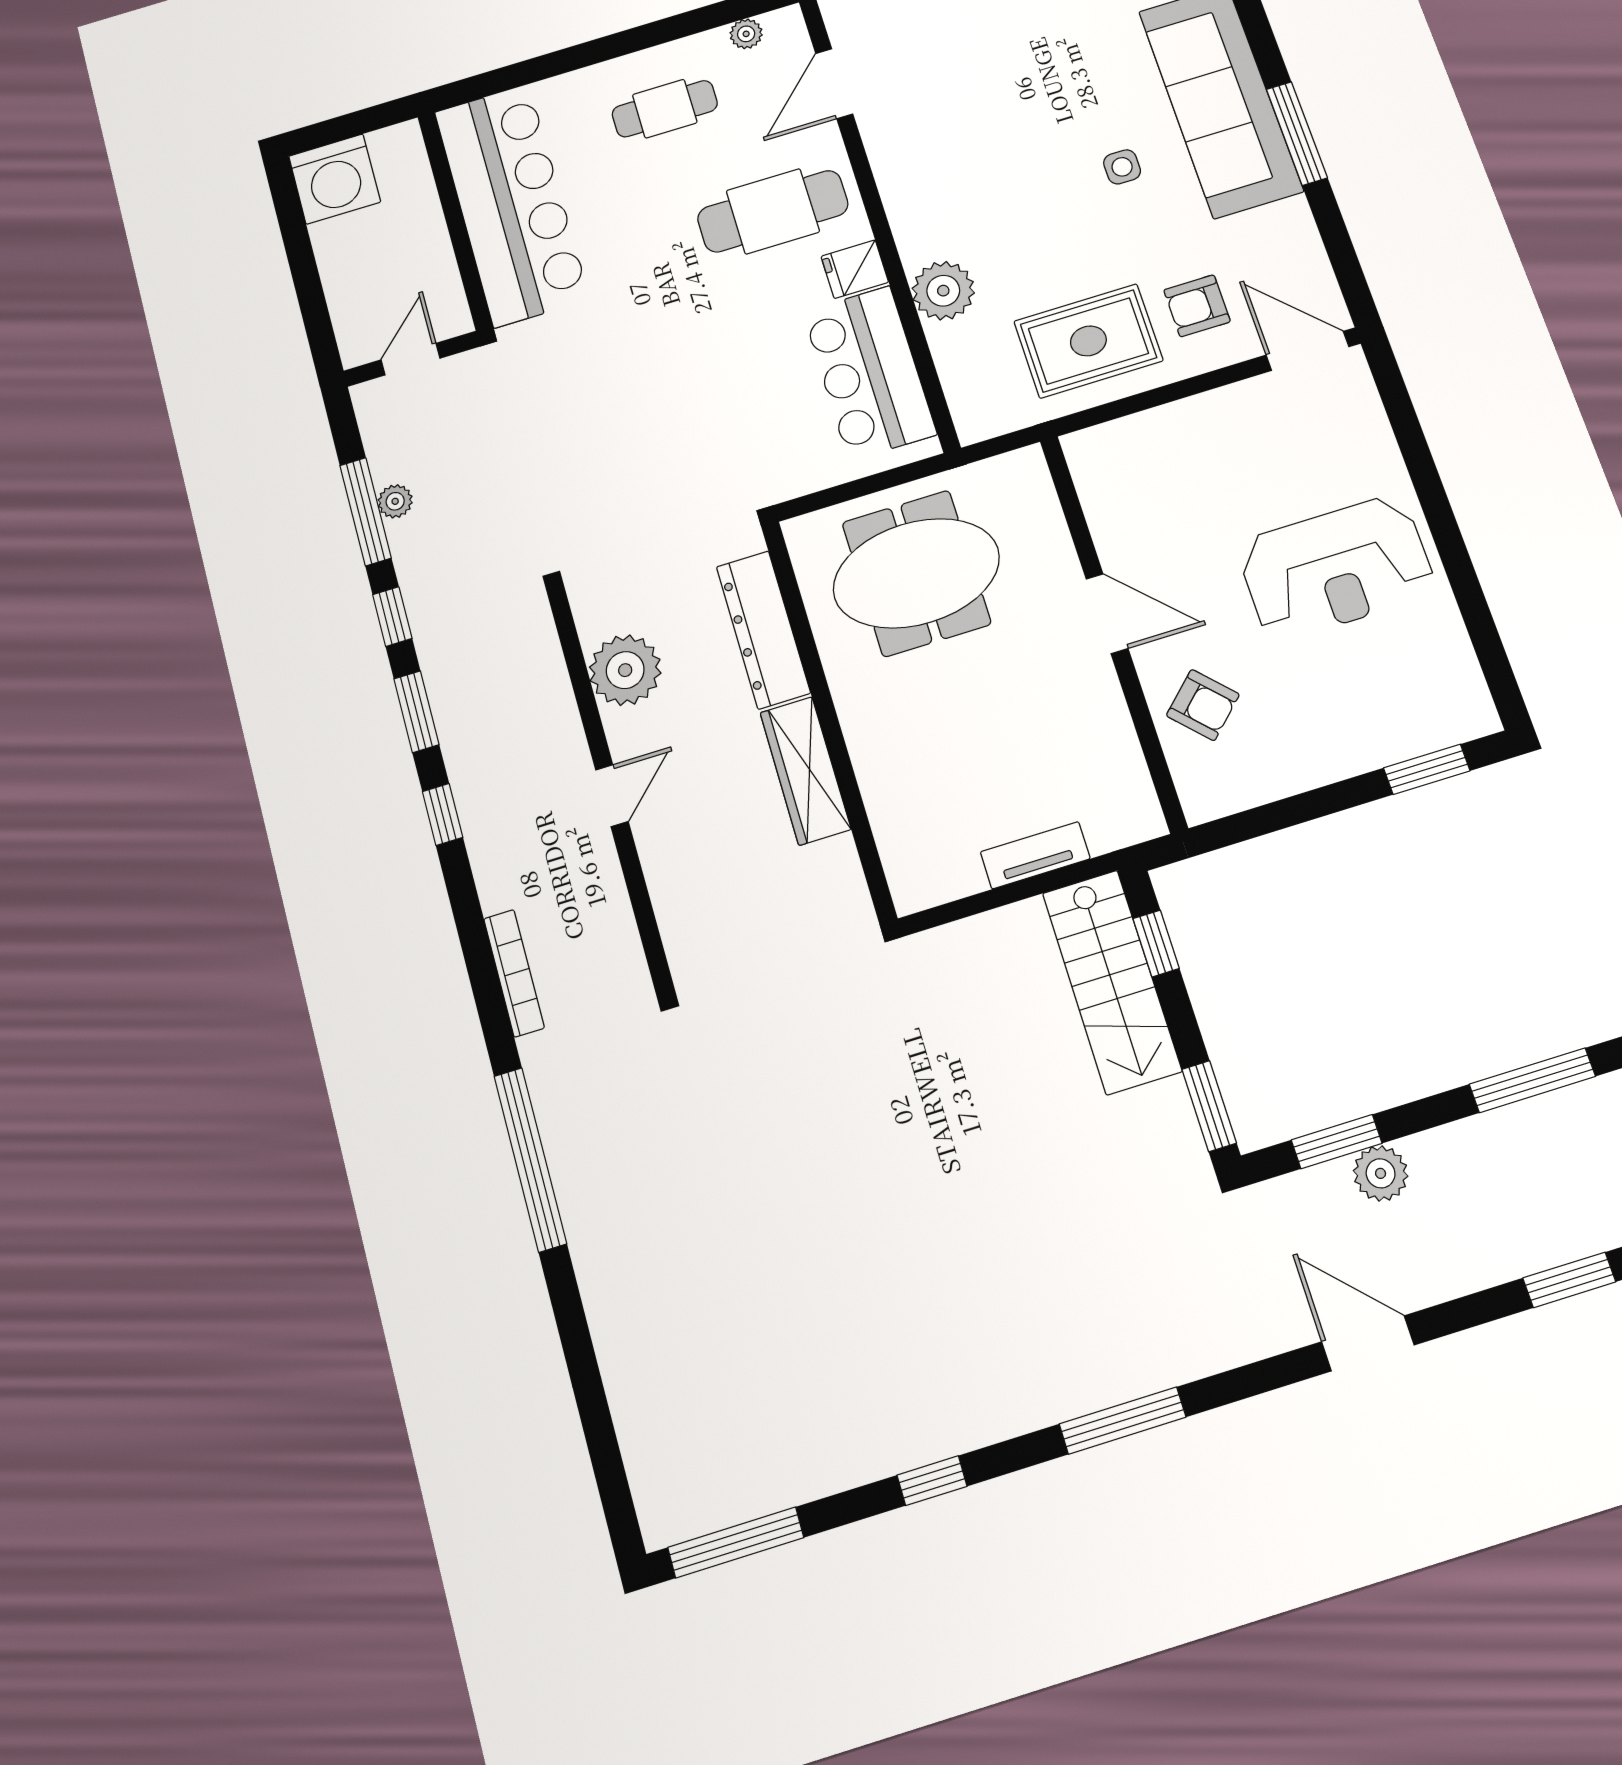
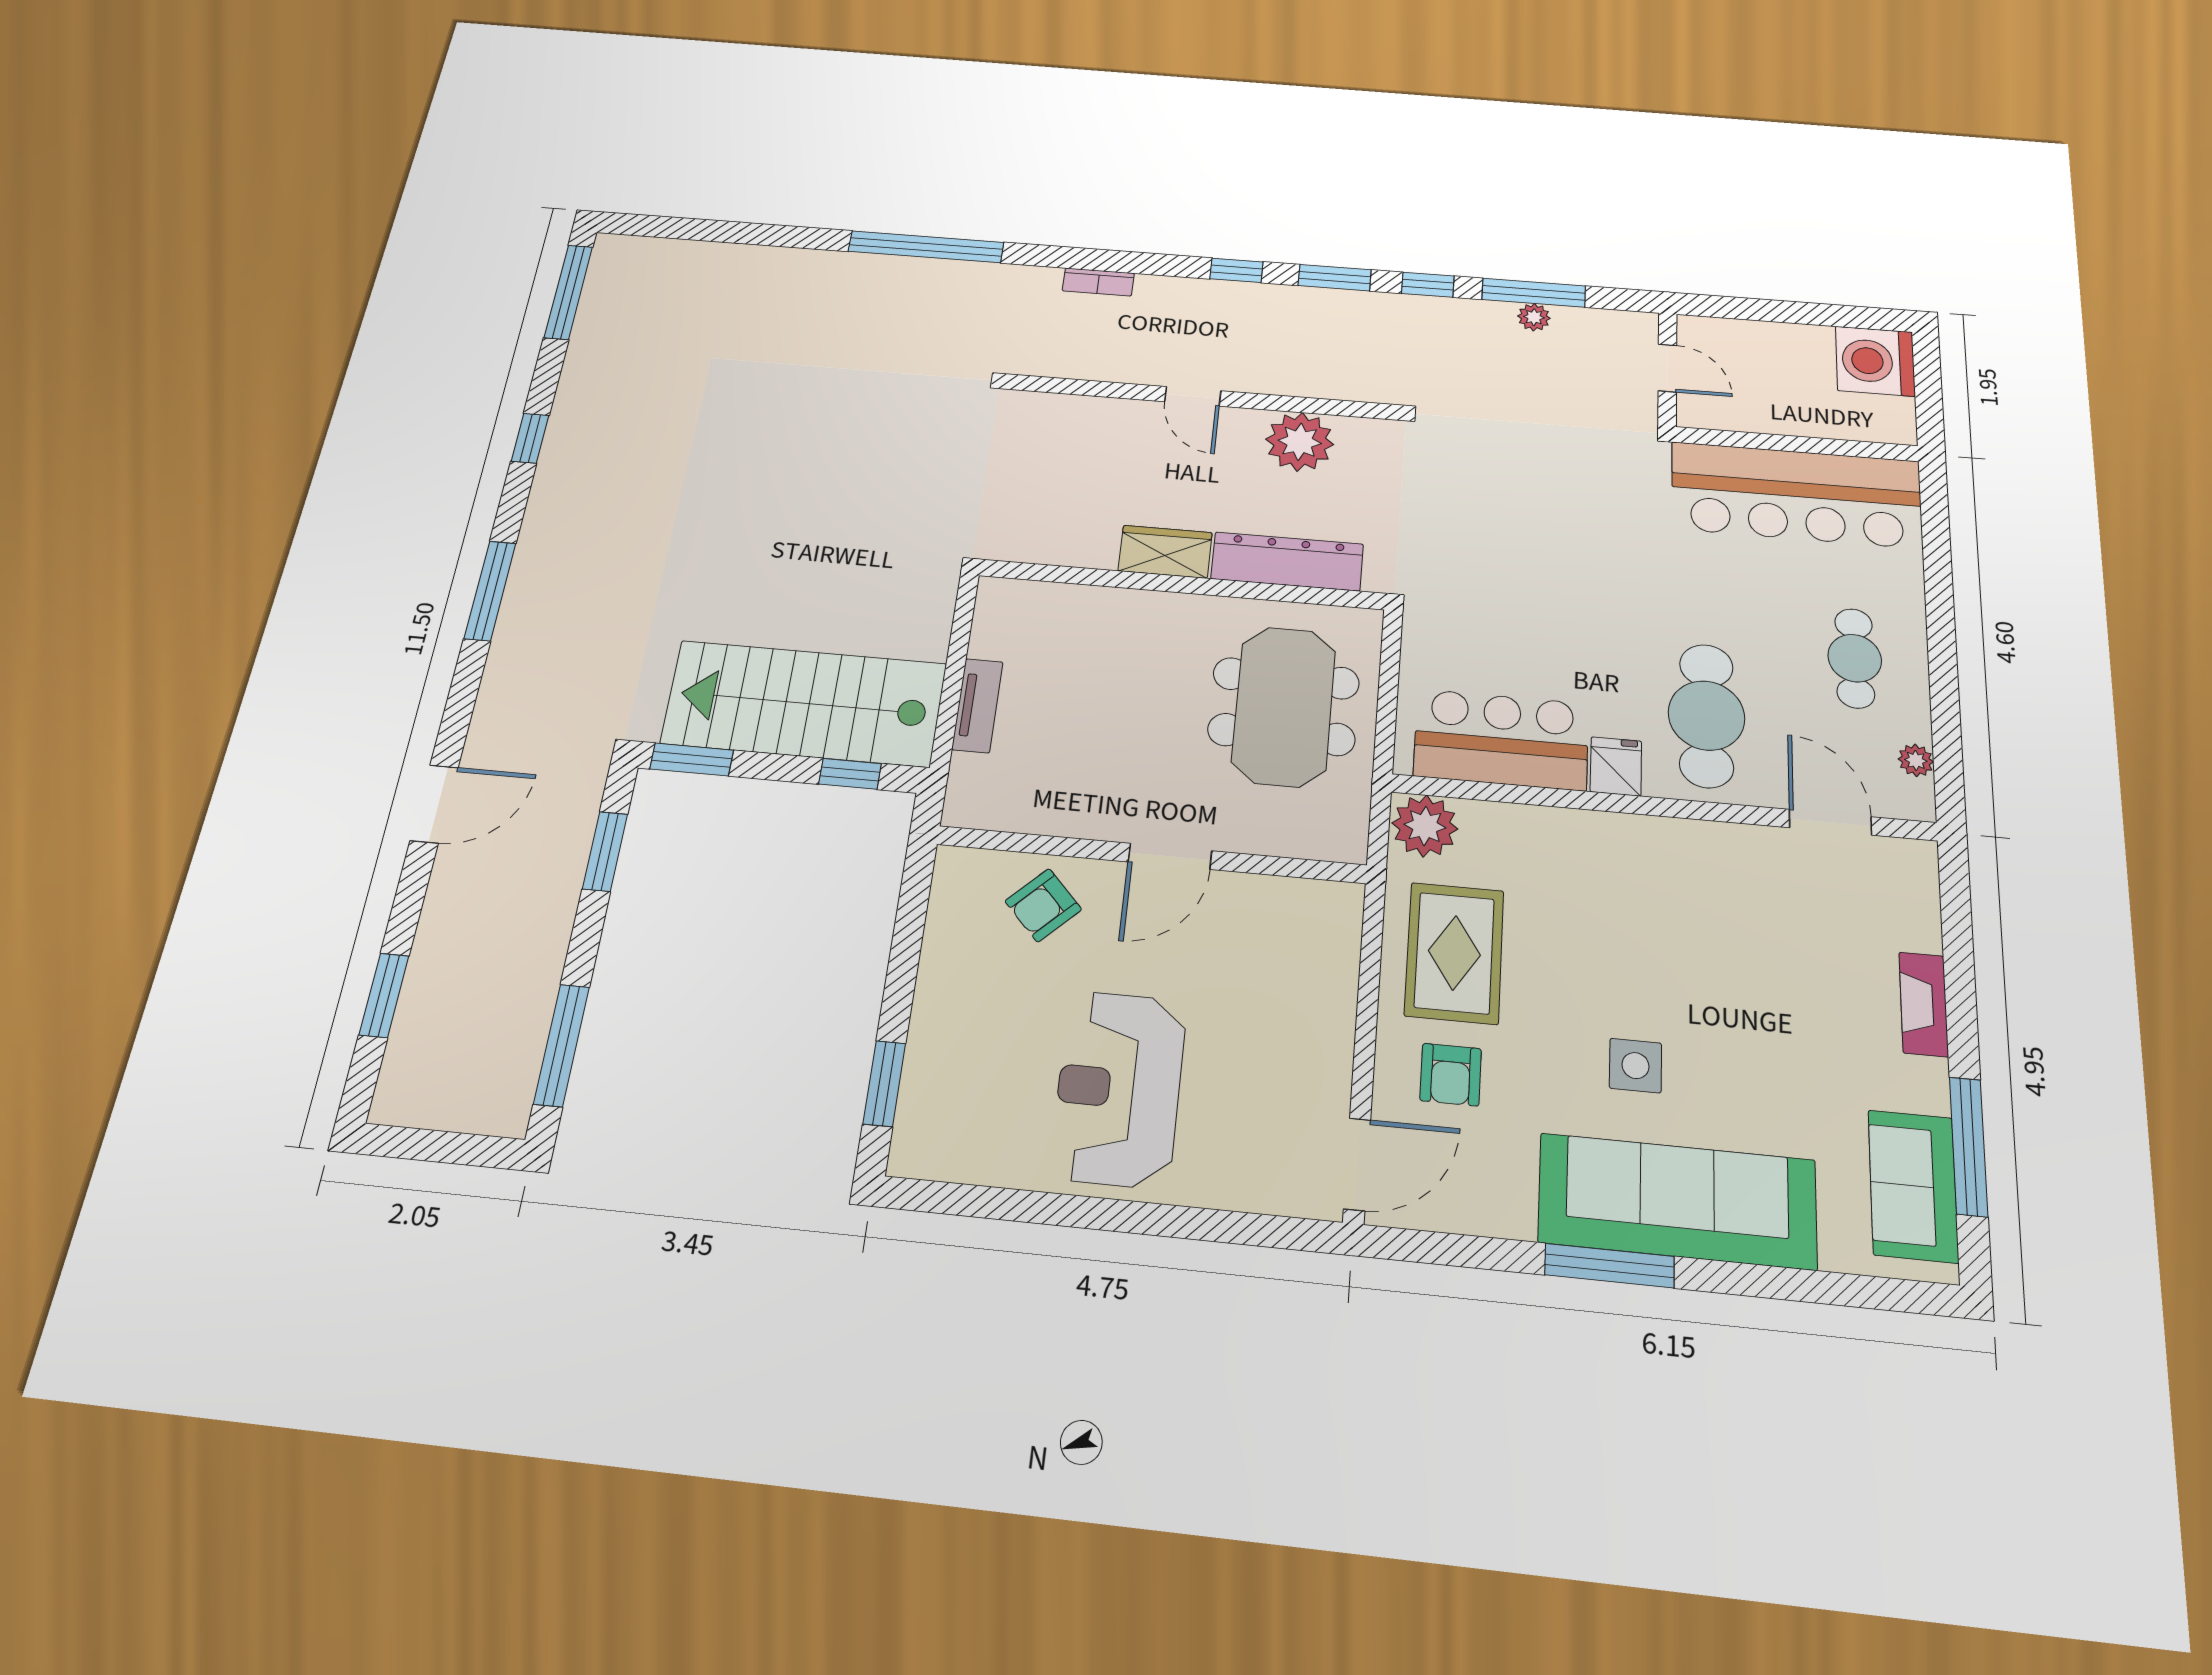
side table: (1122, 167) -> (1635, 1066), width x1.37, depth x1.37
plant: (943, 291) -> (1425, 826), moved
armchair: (1197, 306) -> (1451, 1075), turned 180
wardrobe: (805, 771) -> (1165, 552), width x0.67
bookcase: (514, 973) -> (1098, 282), width x0.64
stairs: (1112, 982) -> (804, 703), width x1.36, depth x1.51
plant: (1381, 1173) -> (559, 876), removed

